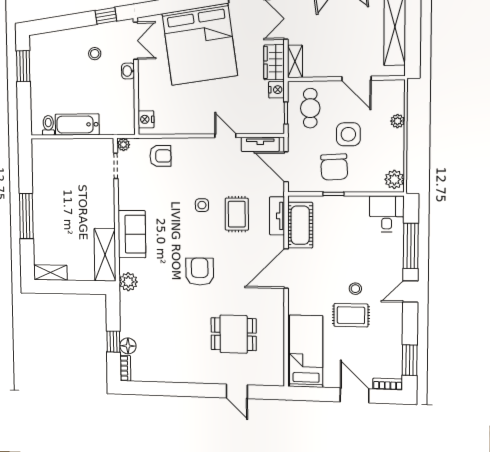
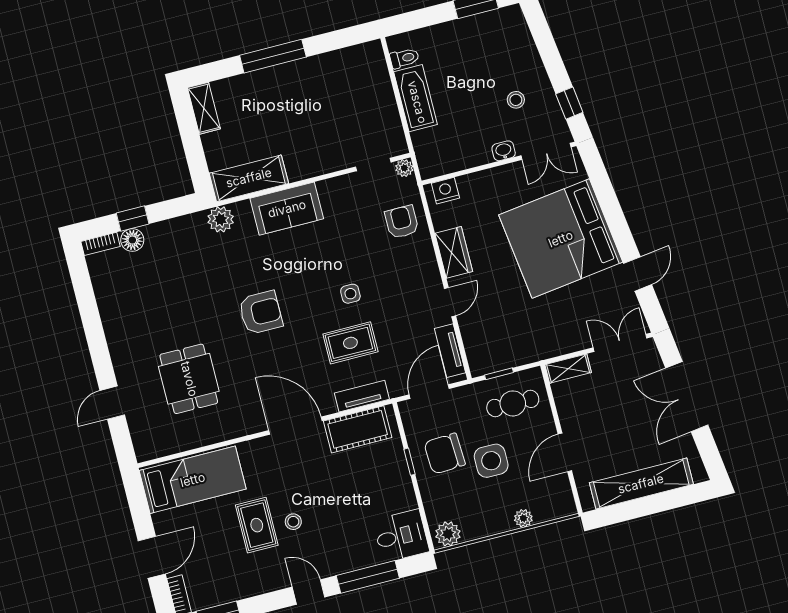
wardrobe: (274, 62) -> (454, 252), moved, turned 90
nightstand: (276, 90) -> (526, 354), removed
armchair: (160, 156) -> (402, 222), turned 180

